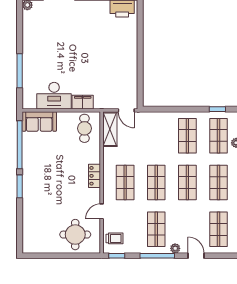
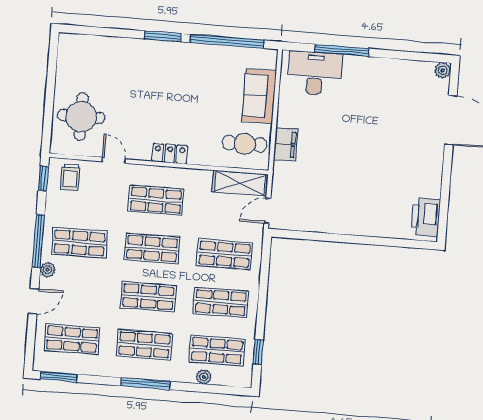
desk: (54, 96) -> (315, 73), moved, turned 90
sofa: (39, 122) -> (259, 96), moved
shop shelf: (156, 136) -> (225, 254), added

